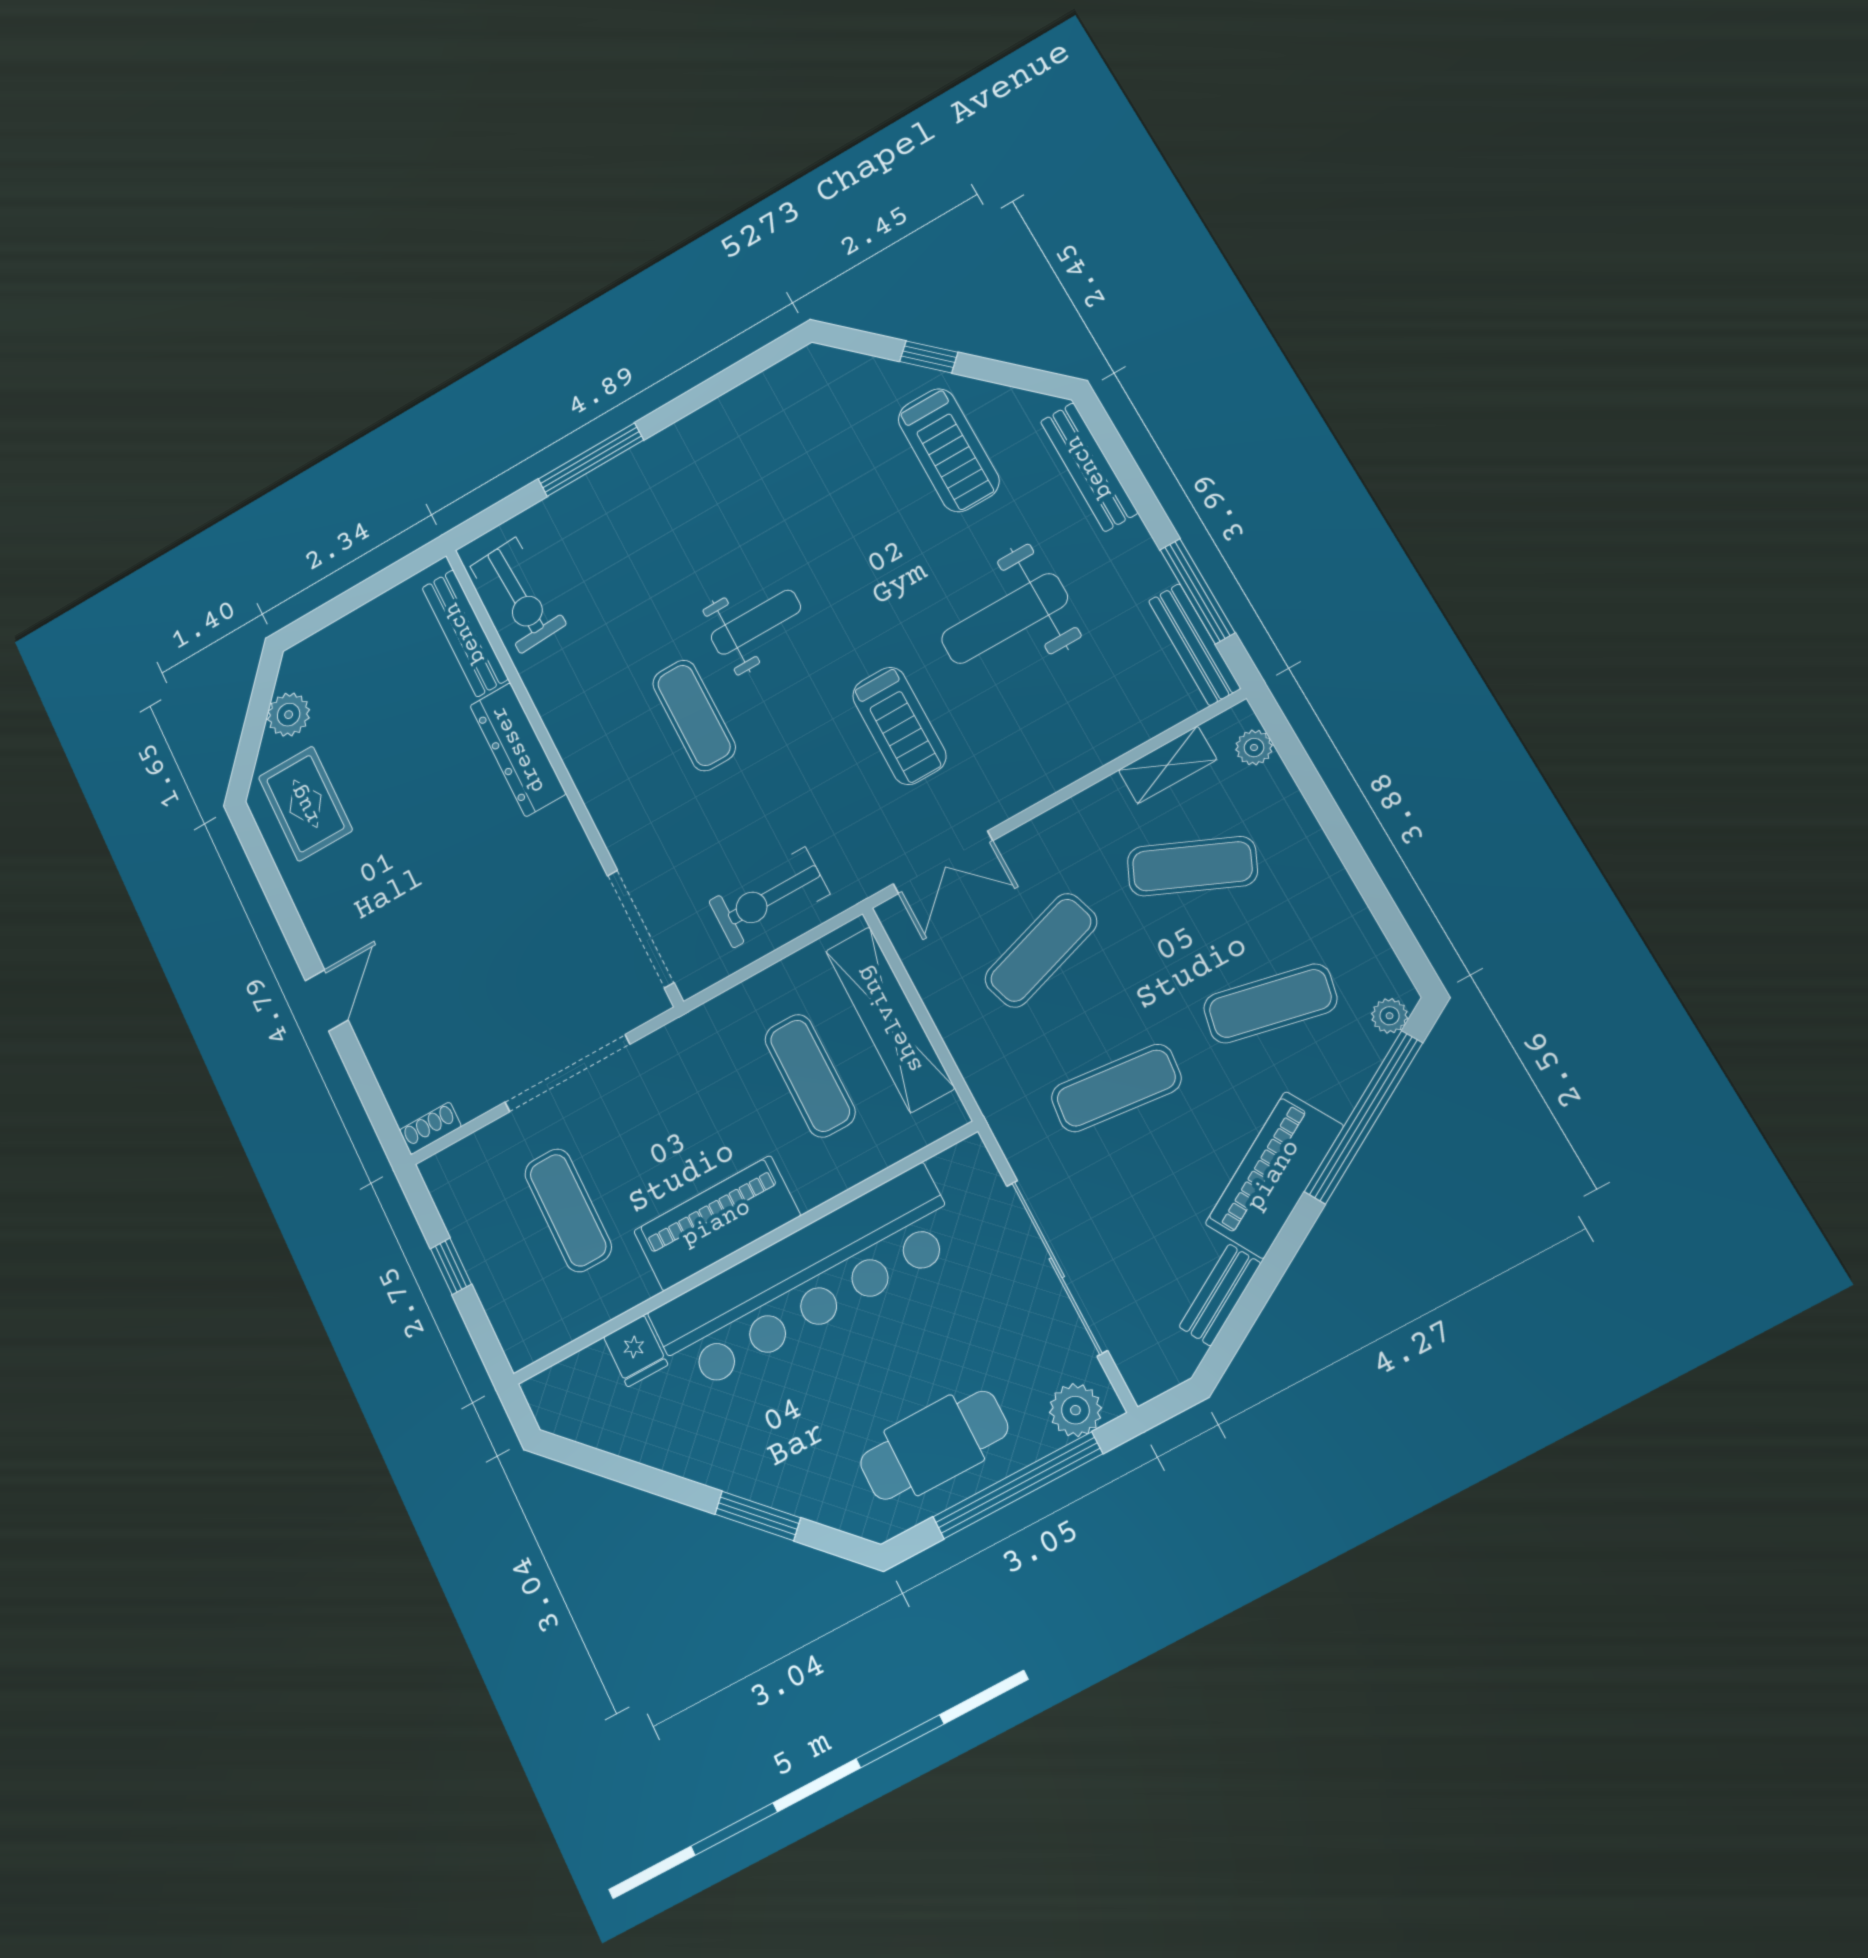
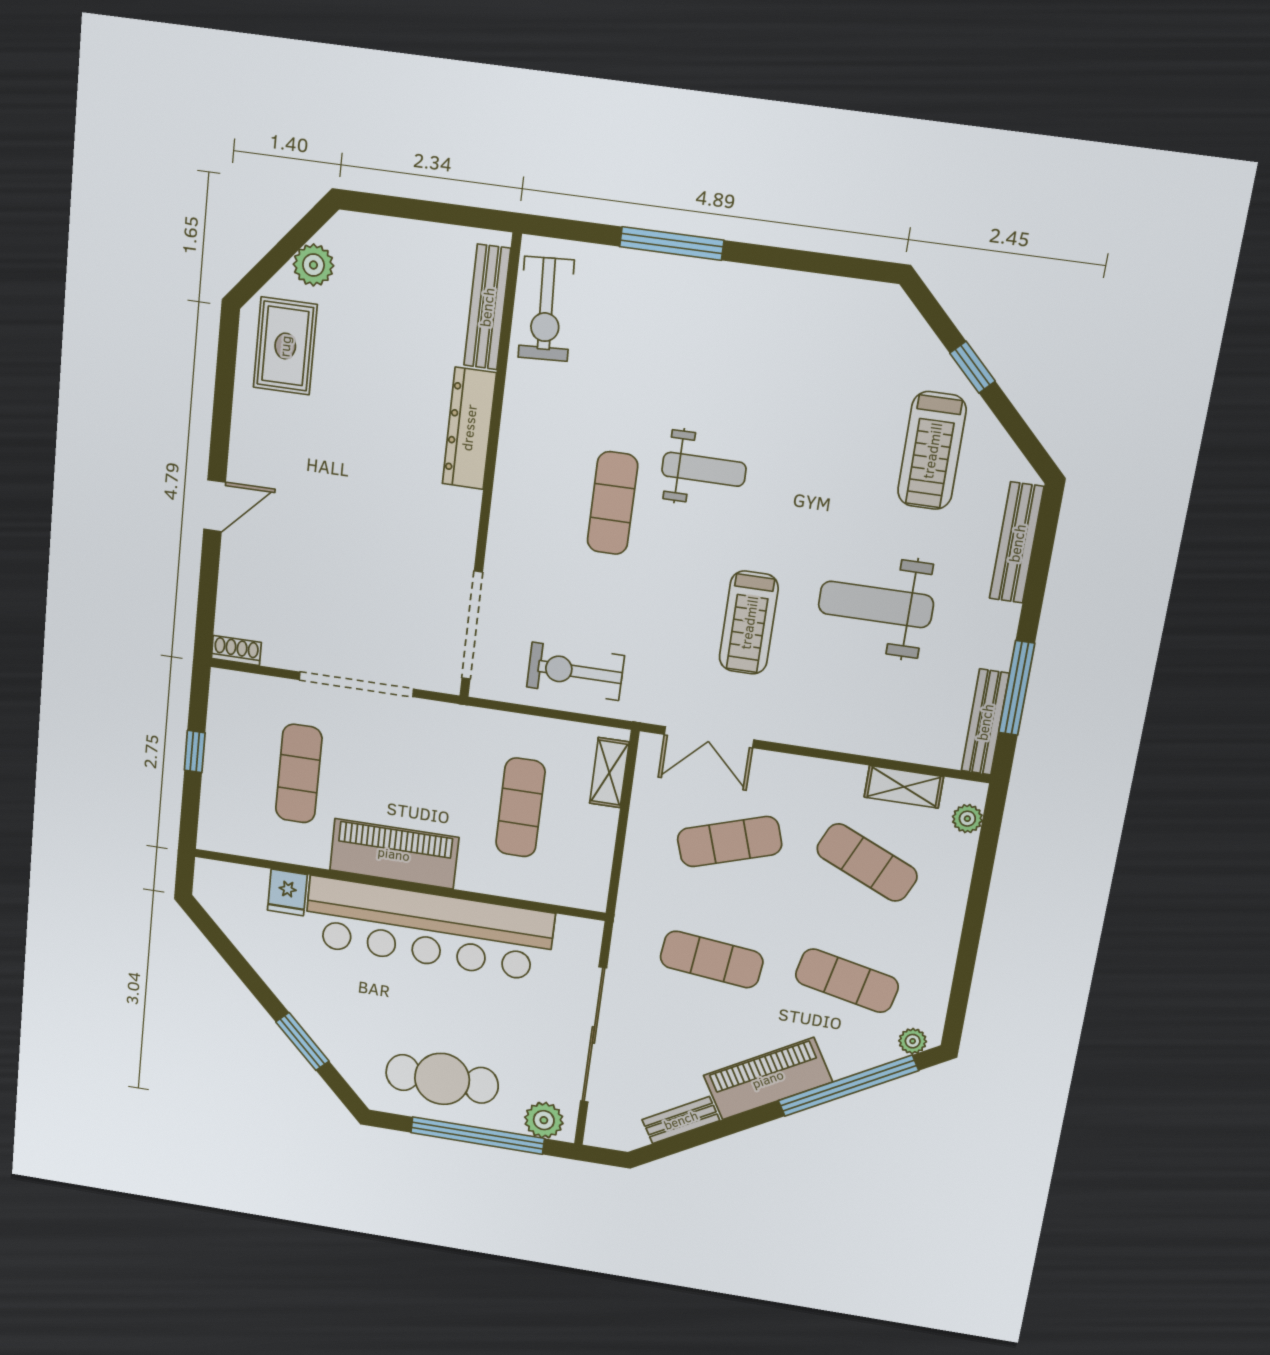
shelving: (890, 1019) -> (609, 773), width x0.45, depth x0.75

